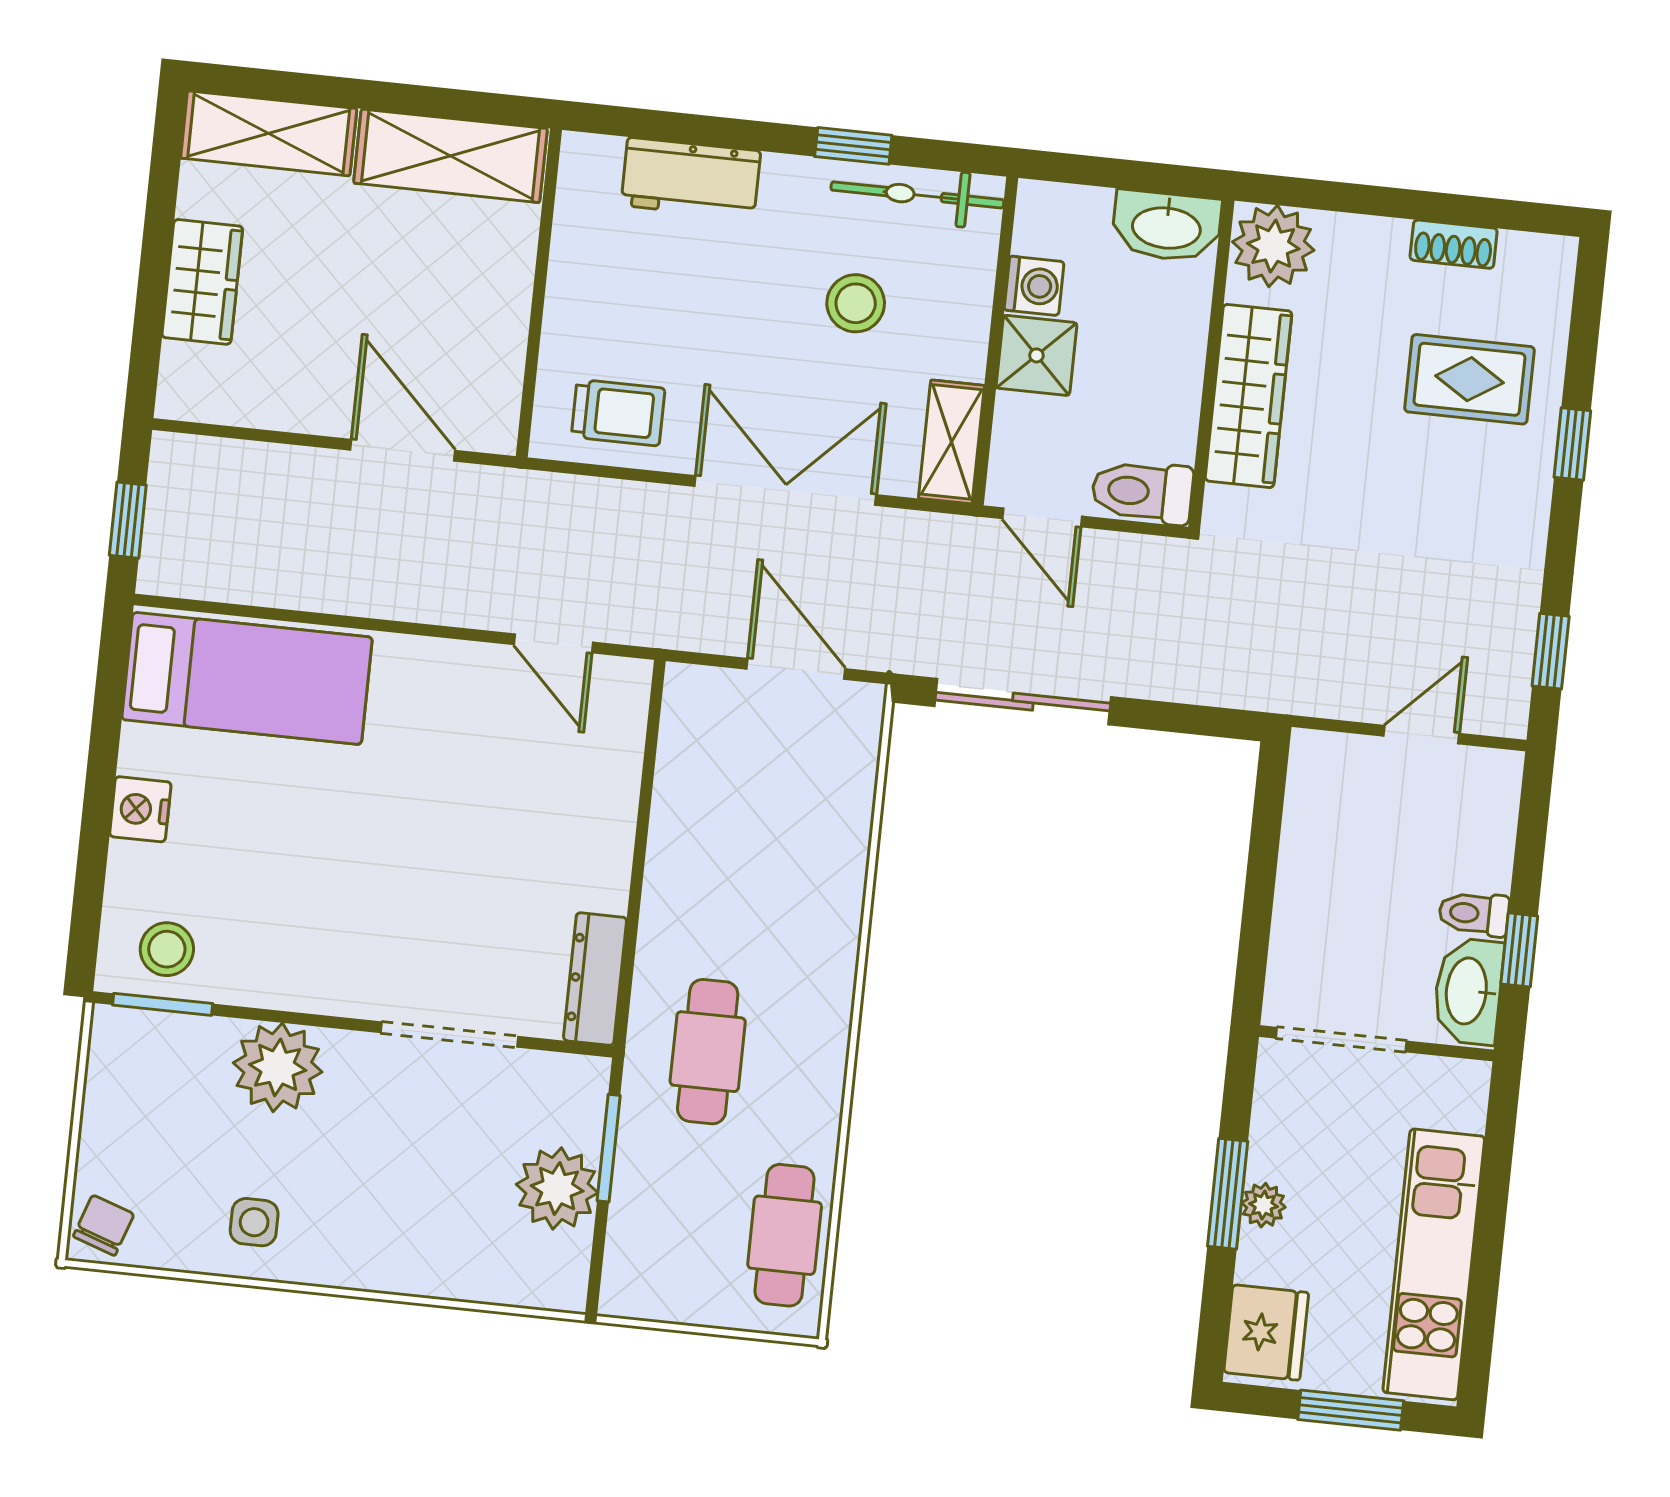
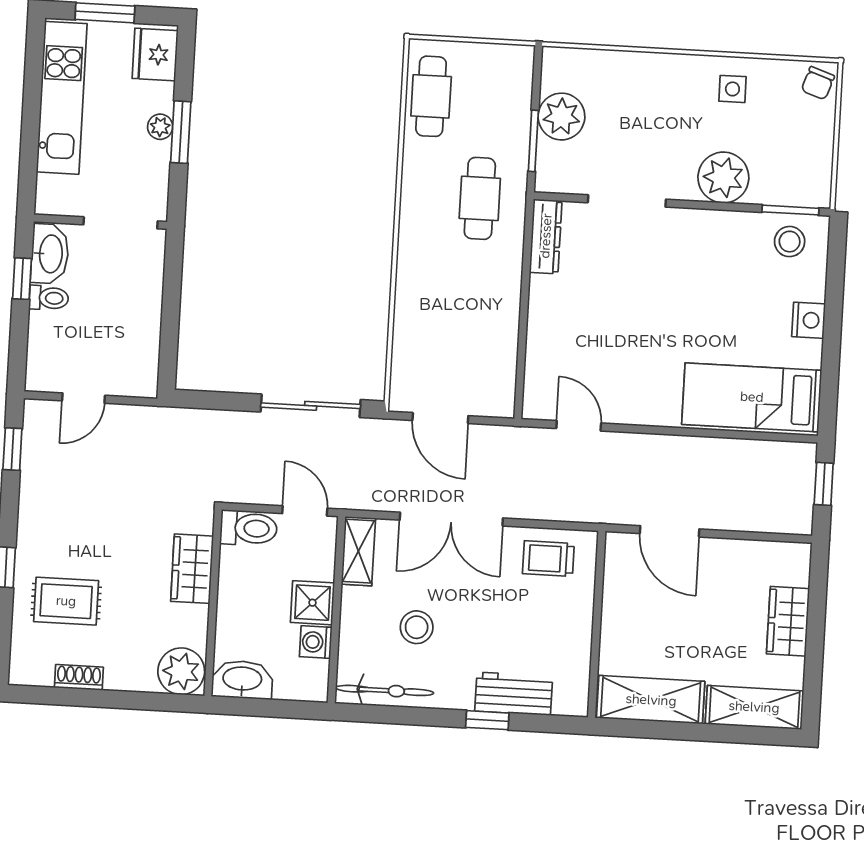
window: (853, 146) -> (487, 720), moved
wardrobe: (1248, 396) -> (192, 569), width x0.67

